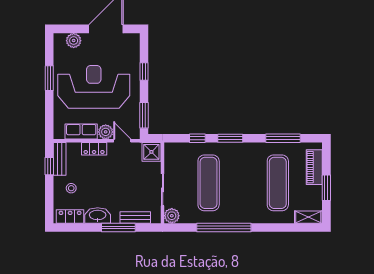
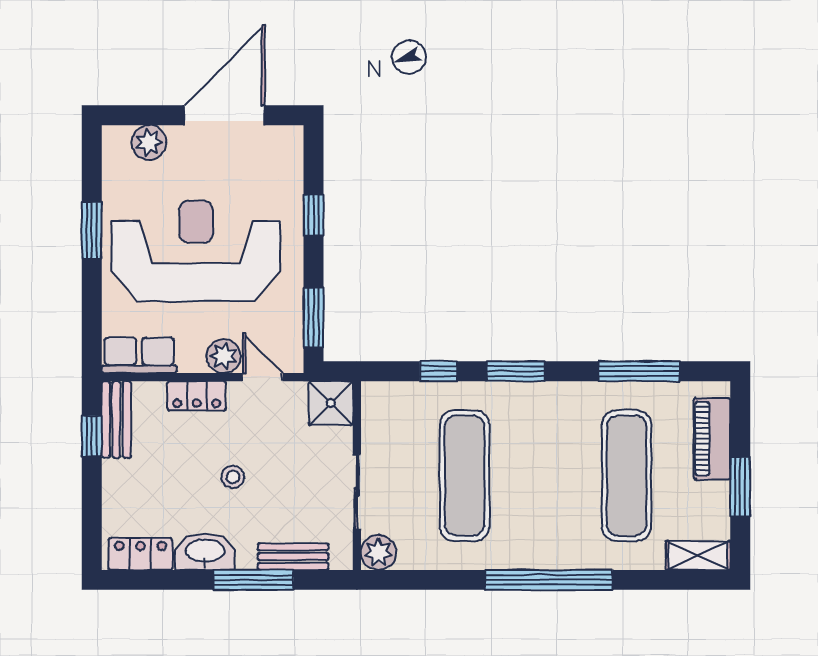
row of seats: (81, 131) -> (139, 355), moved
stool: (71, 188) -> (233, 477), moved
window: (224, 227) -> (549, 580), moved

